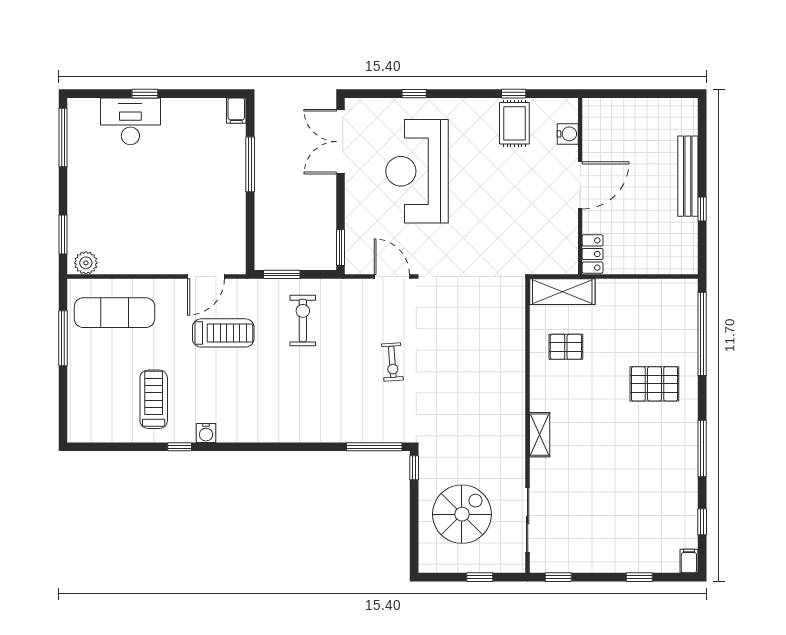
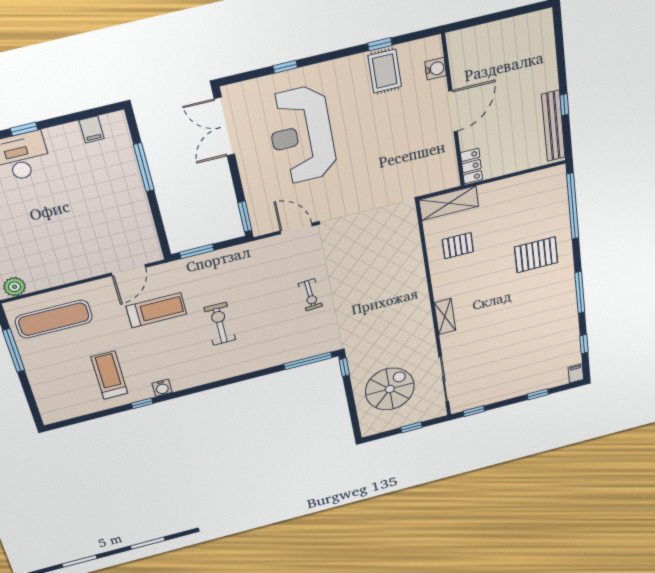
filing cabinet: (236, 111) -> (92, 129), moved
bench: (688, 176) -> (553, 126), moved
exercise bike: (303, 321) -> (220, 324), moved

